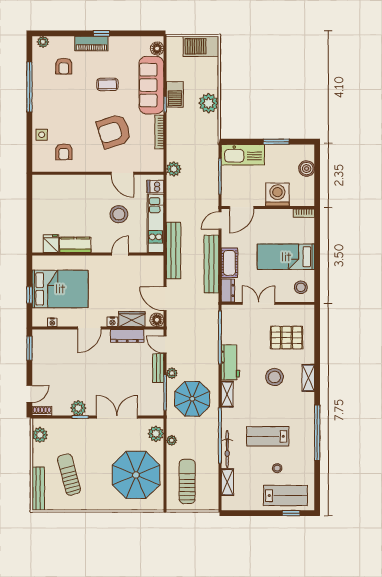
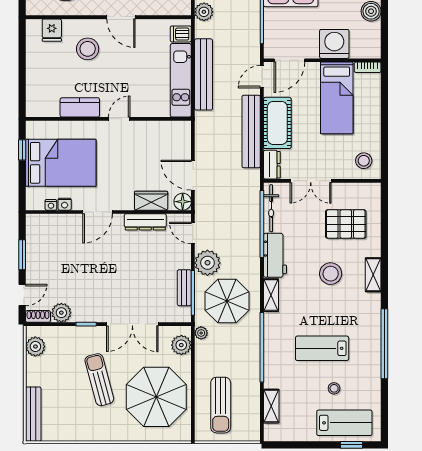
door: (122, 173) -> (121, 17), moved
stool: (119, 214) -> (88, 49), moved
fridge: (51, 244) -> (52, 30), moved, turned 180
bench: (174, 251) -> (204, 74), moved
door: (120, 254) -> (119, 119), moved
bed: (286, 257) -> (337, 98), moved, turned -90
cot: (229, 263) -> (277, 123), width x1.37, depth x1.34
window: (29, 295) -> (22, 150), moved
double door: (259, 303) -> (311, 181), swing flipped
nightstand: (112, 322) -> (65, 204), moved
window: (29, 348) -> (22, 255), moved
bench: (158, 368) -> (184, 288), moved
plant: (172, 373) -> (207, 263), width x1.88, depth x1.88
plant: (78, 408) -> (61, 313), moved
double door: (117, 417) -> (132, 324), swing flipped
plant: (172, 440) -> (201, 333), moved
bicycle: (227, 449) -> (271, 208), moved
sun lounger: (69, 475) -> (99, 380), moved
sun lounger: (187, 481) -> (221, 405), turned 180

